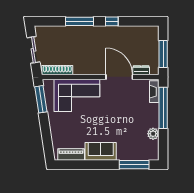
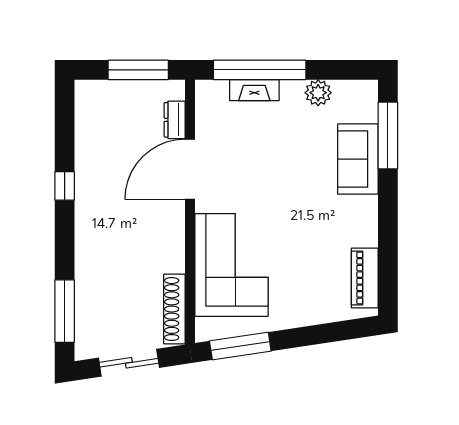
window: (80, 21) -> (65, 311), moved
fireplace: (154, 92) -> (254, 90), moved
sofa: (101, 151) -> (358, 159), moved

